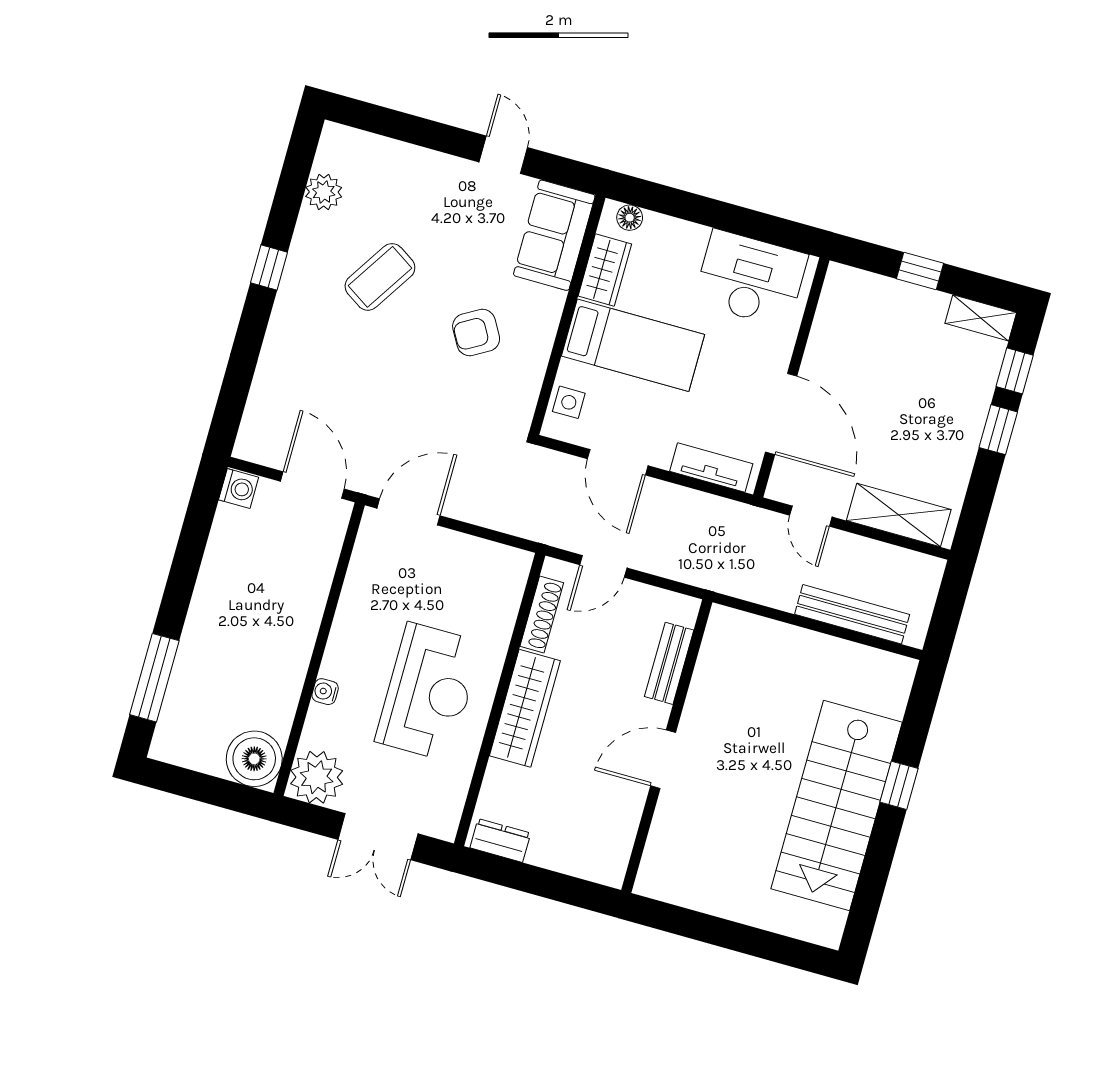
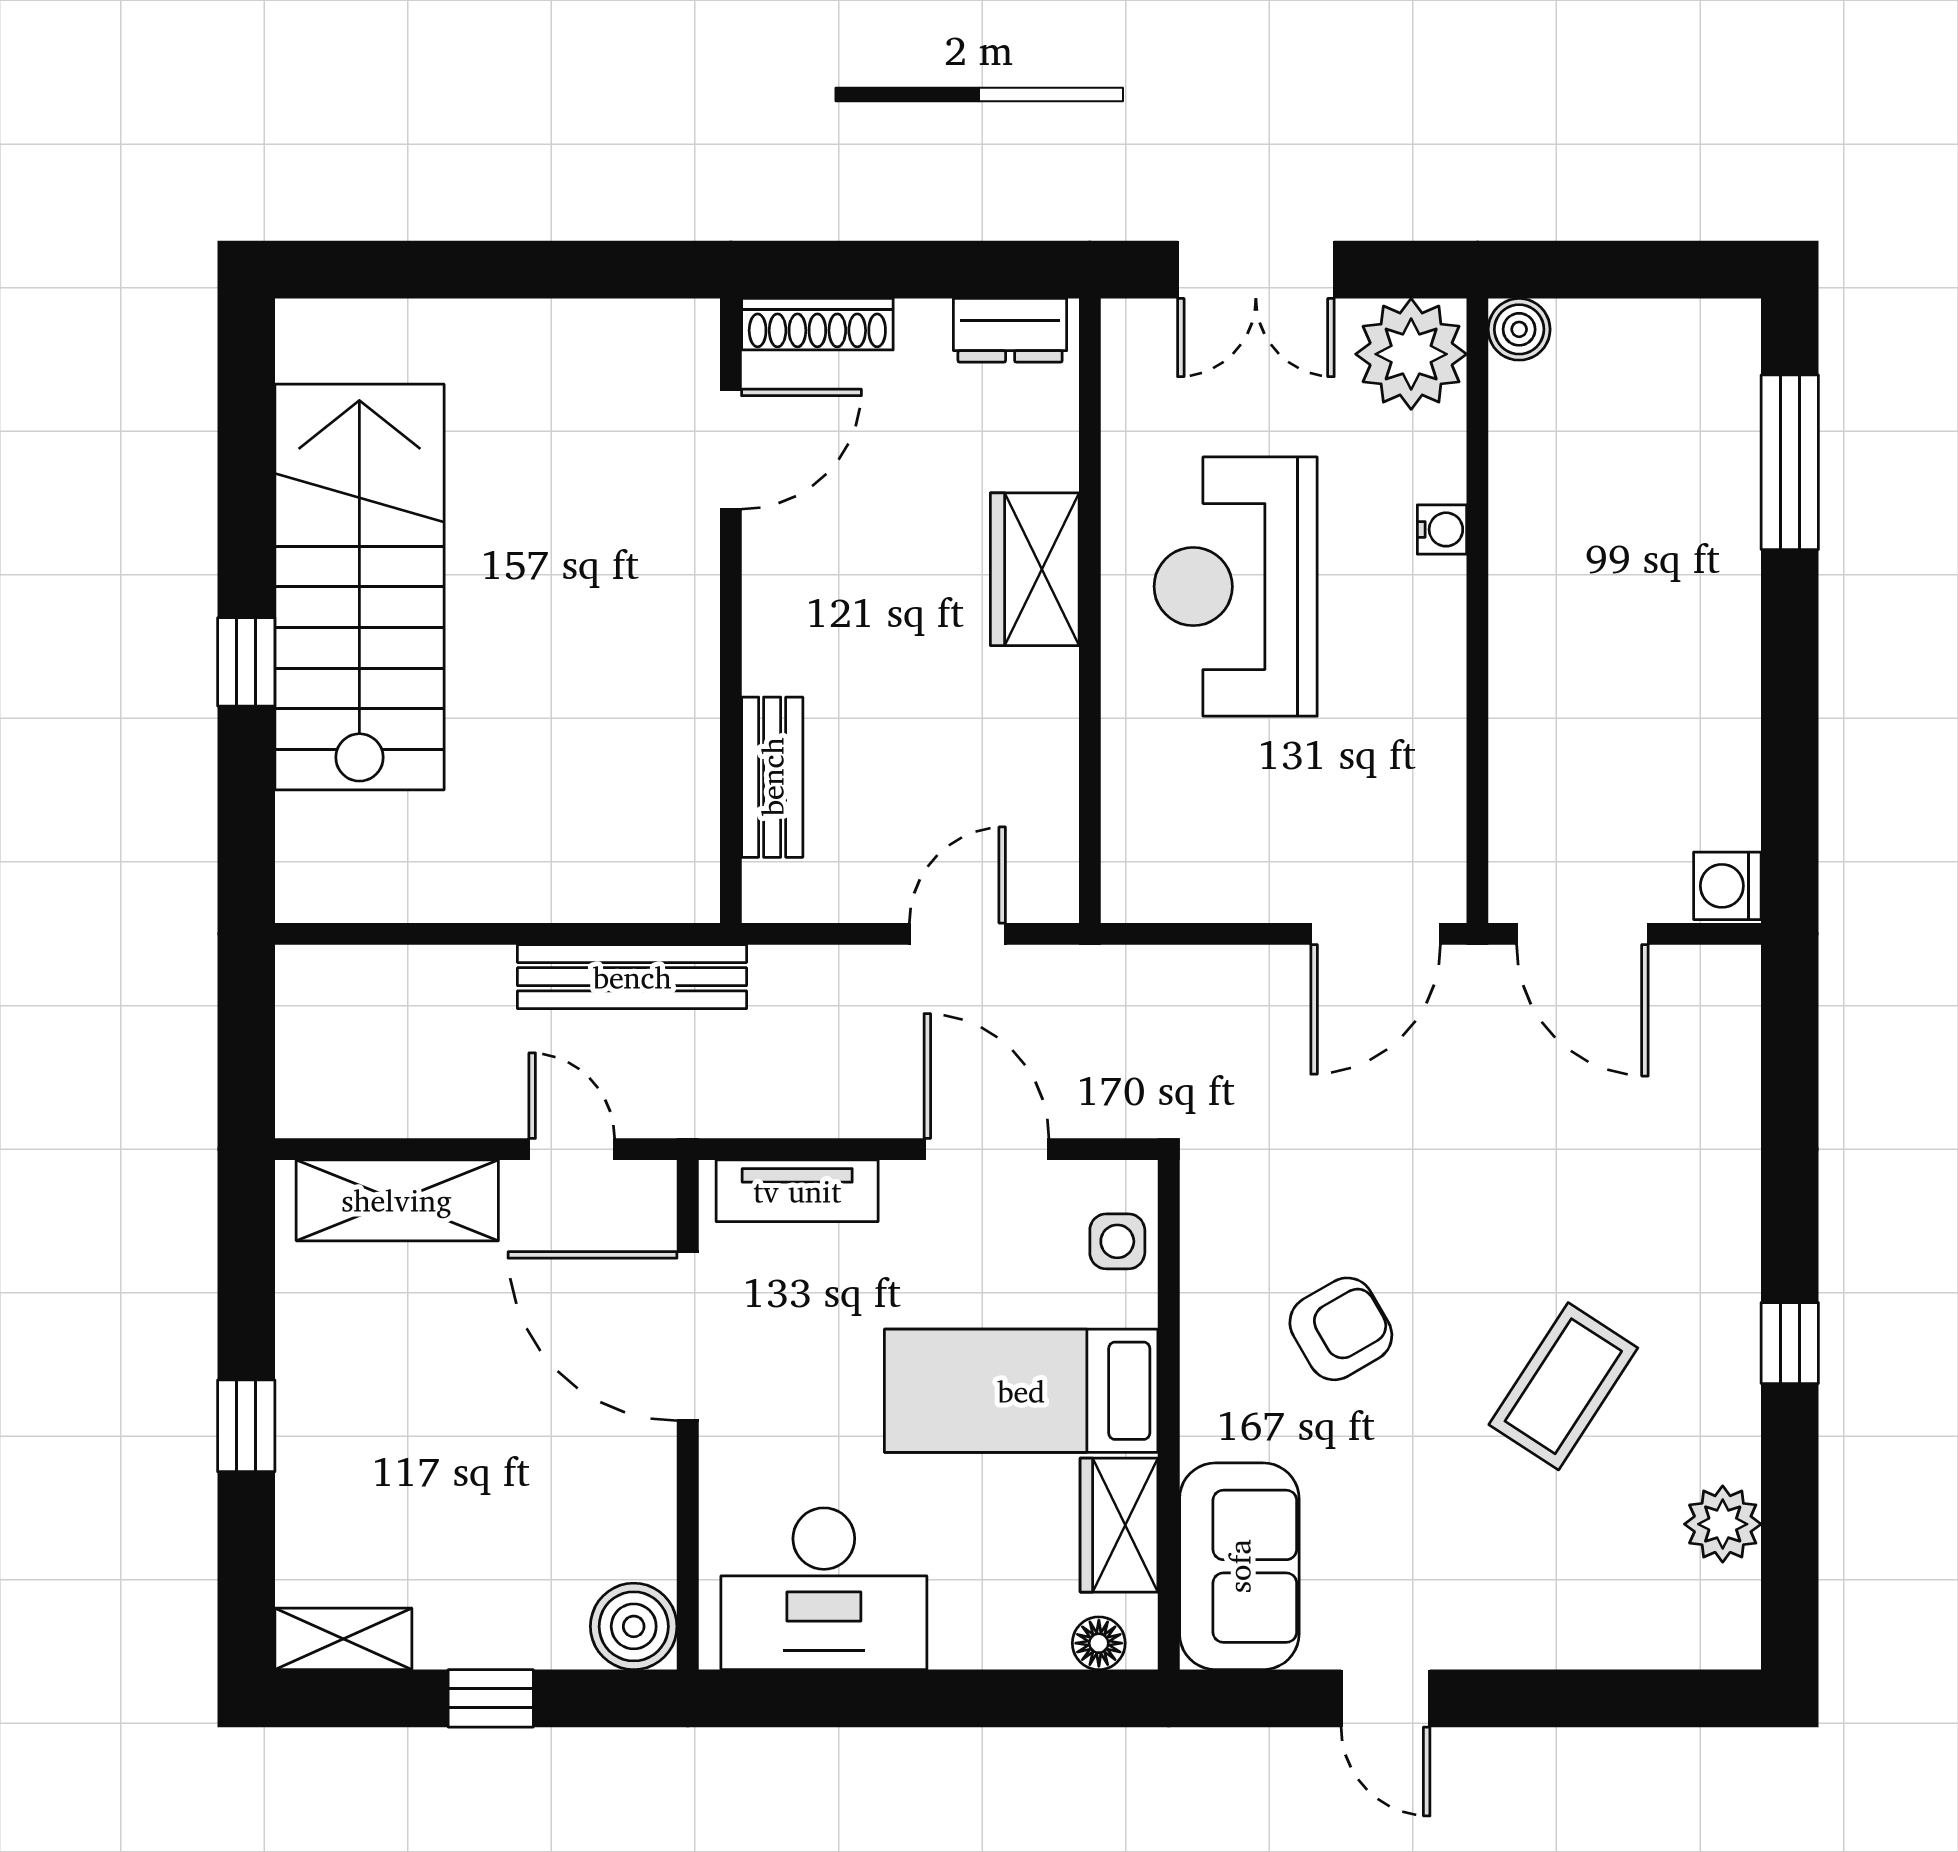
boiler: (844, 286) -> (634, 1626), added
window: (1015, 371) -> (246, 1552), removed
bench: (852, 614) -> (632, 977), moved
shoe rack: (542, 615) -> (817, 324), moved, turned -90
wardrobe: (525, 708) -> (1035, 569), width x0.67
boiler: (254, 759) -> (1519, 329), width x0.54, depth x0.54
door: (663, 759) -> (731, 449), moved
double door: (378, 837) -> (1256, 270), swing flipped

